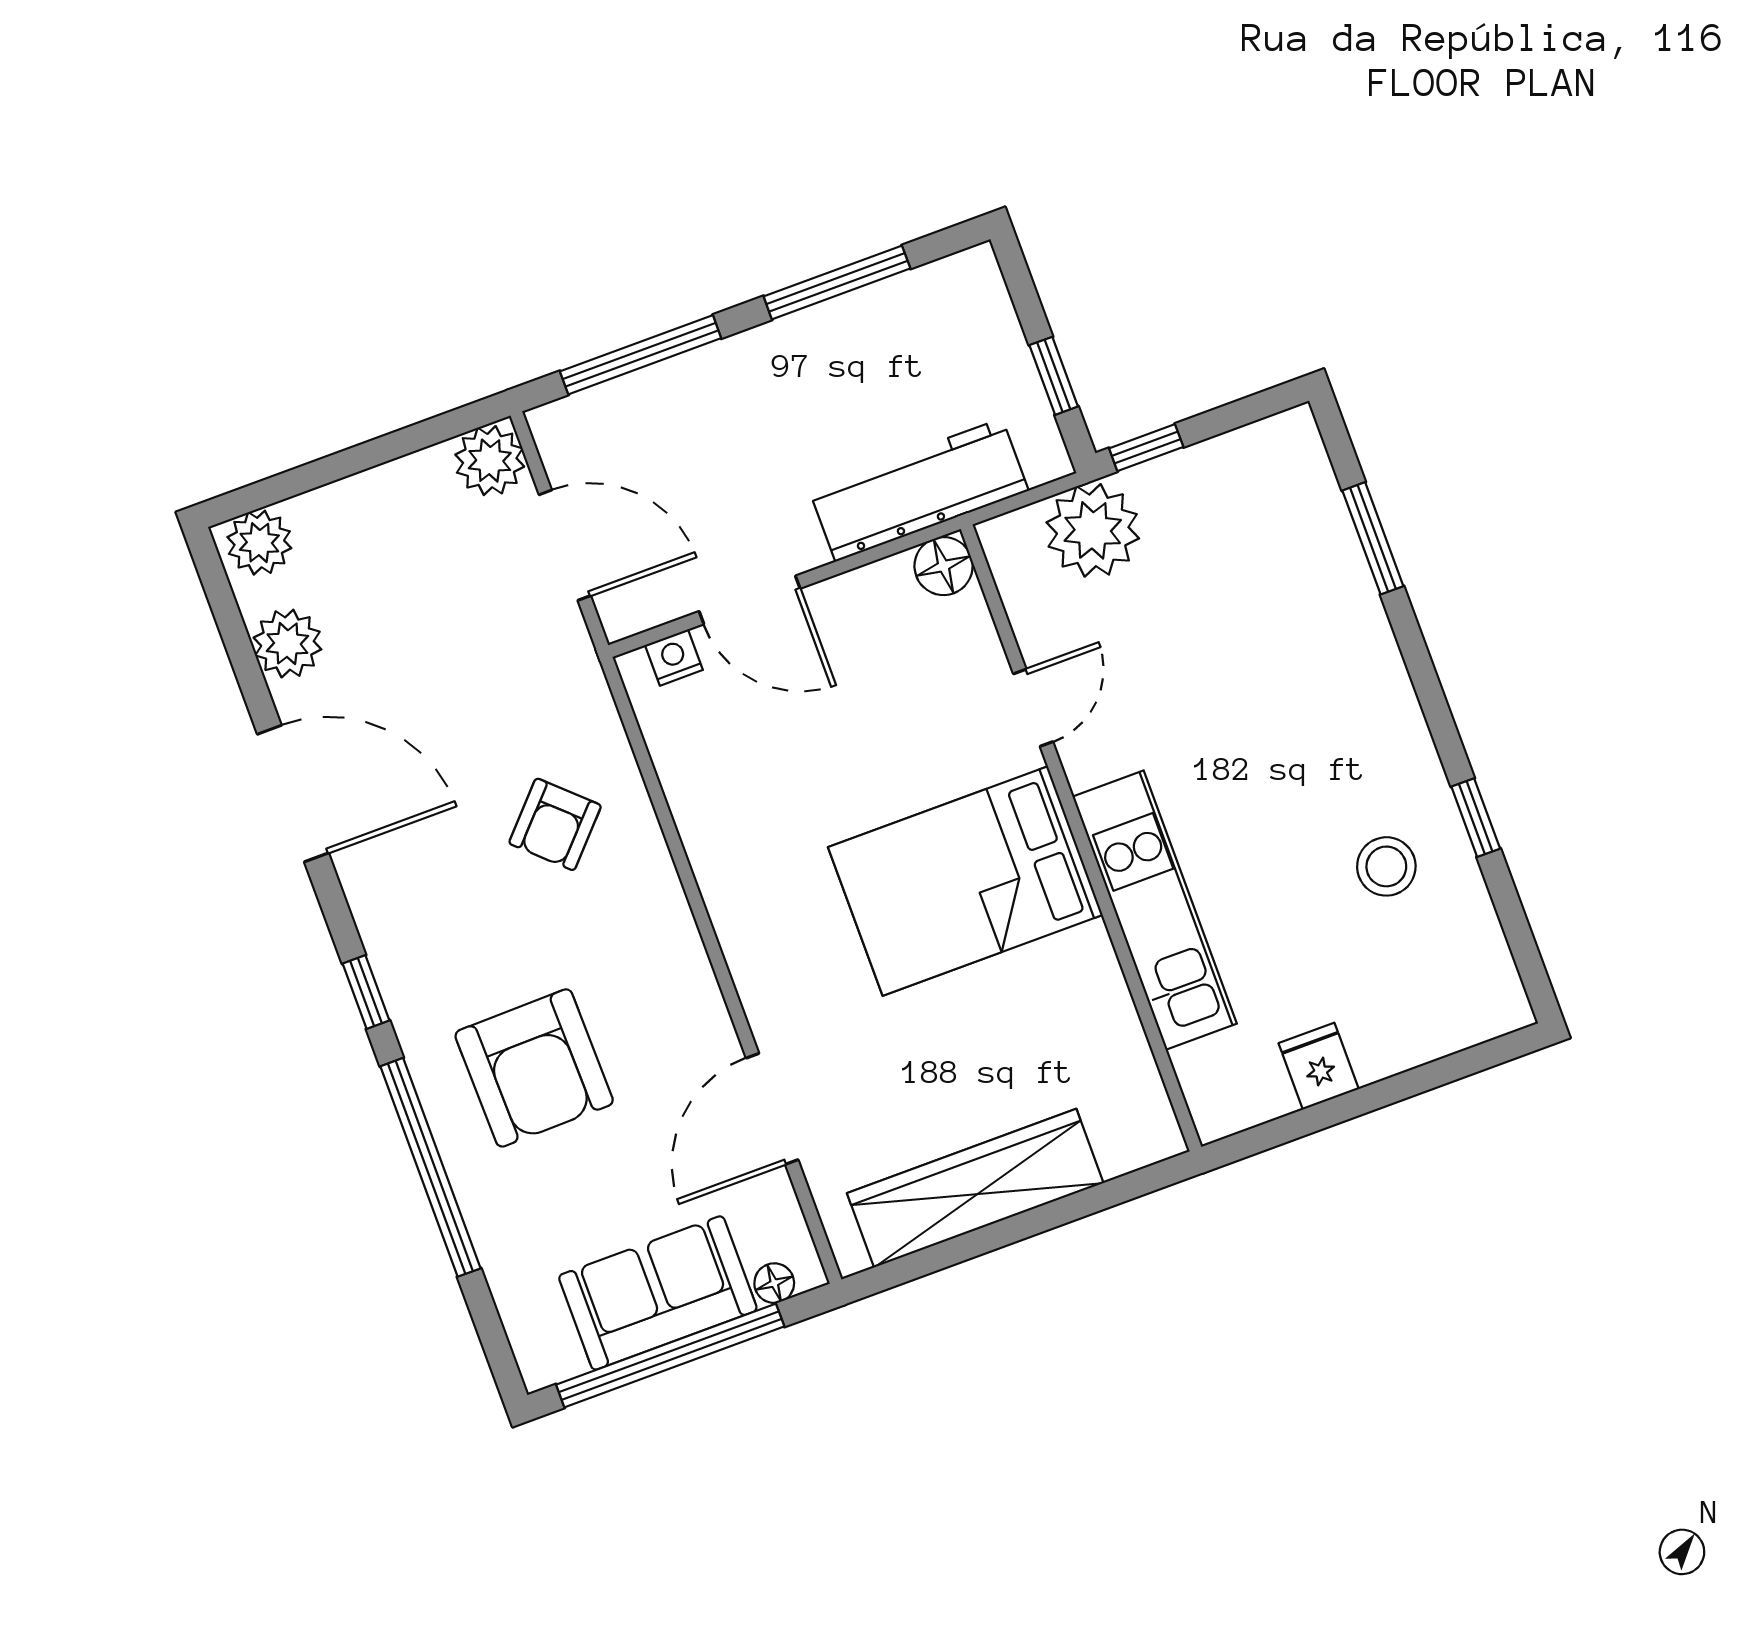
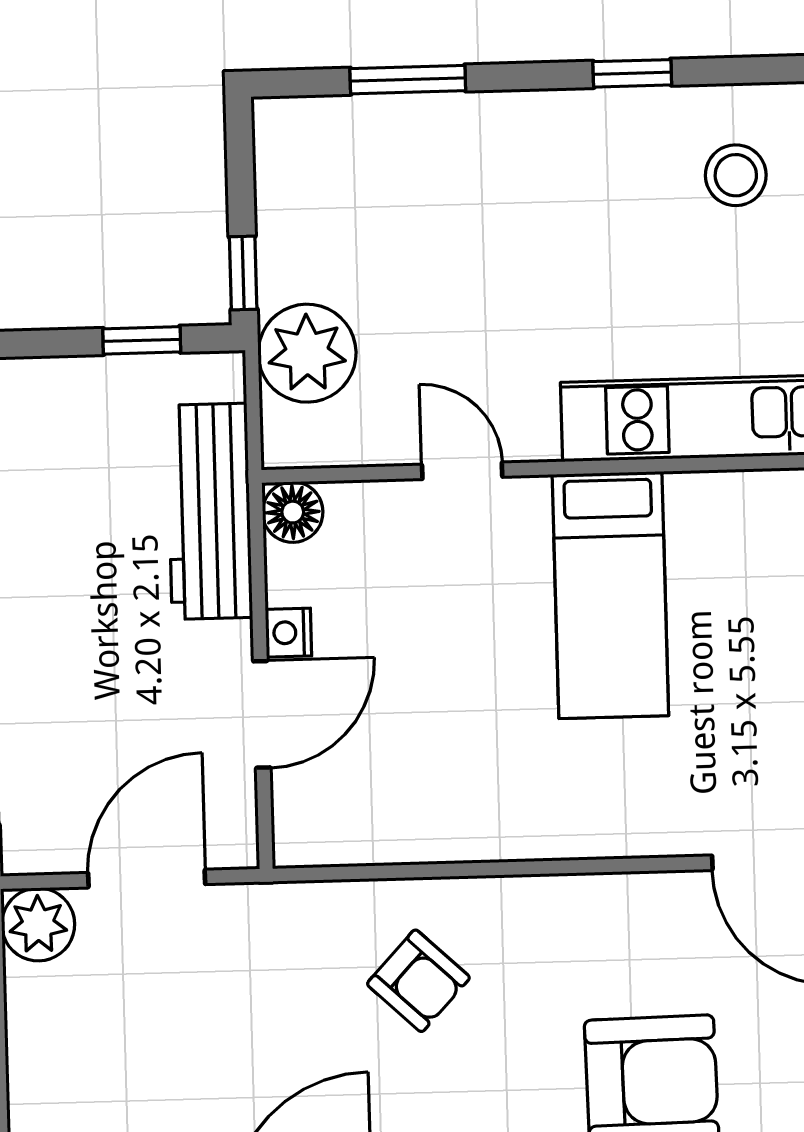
nightstand: (674, 657) -> (288, 633), moved
window: (1476, 818) -> (632, 73), moved
bed: (965, 881) -> (610, 595), width x0.67

